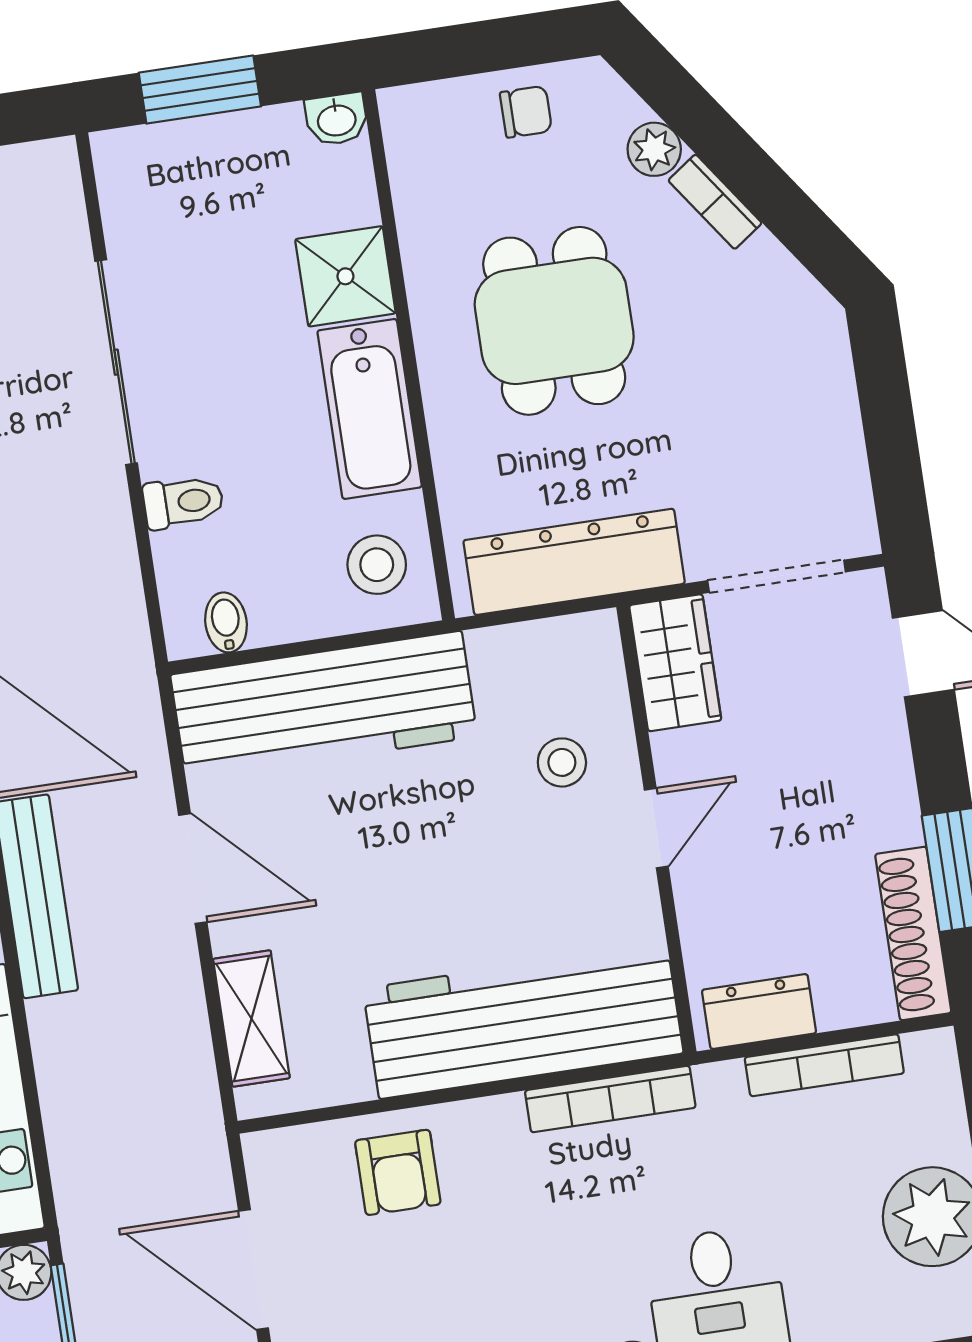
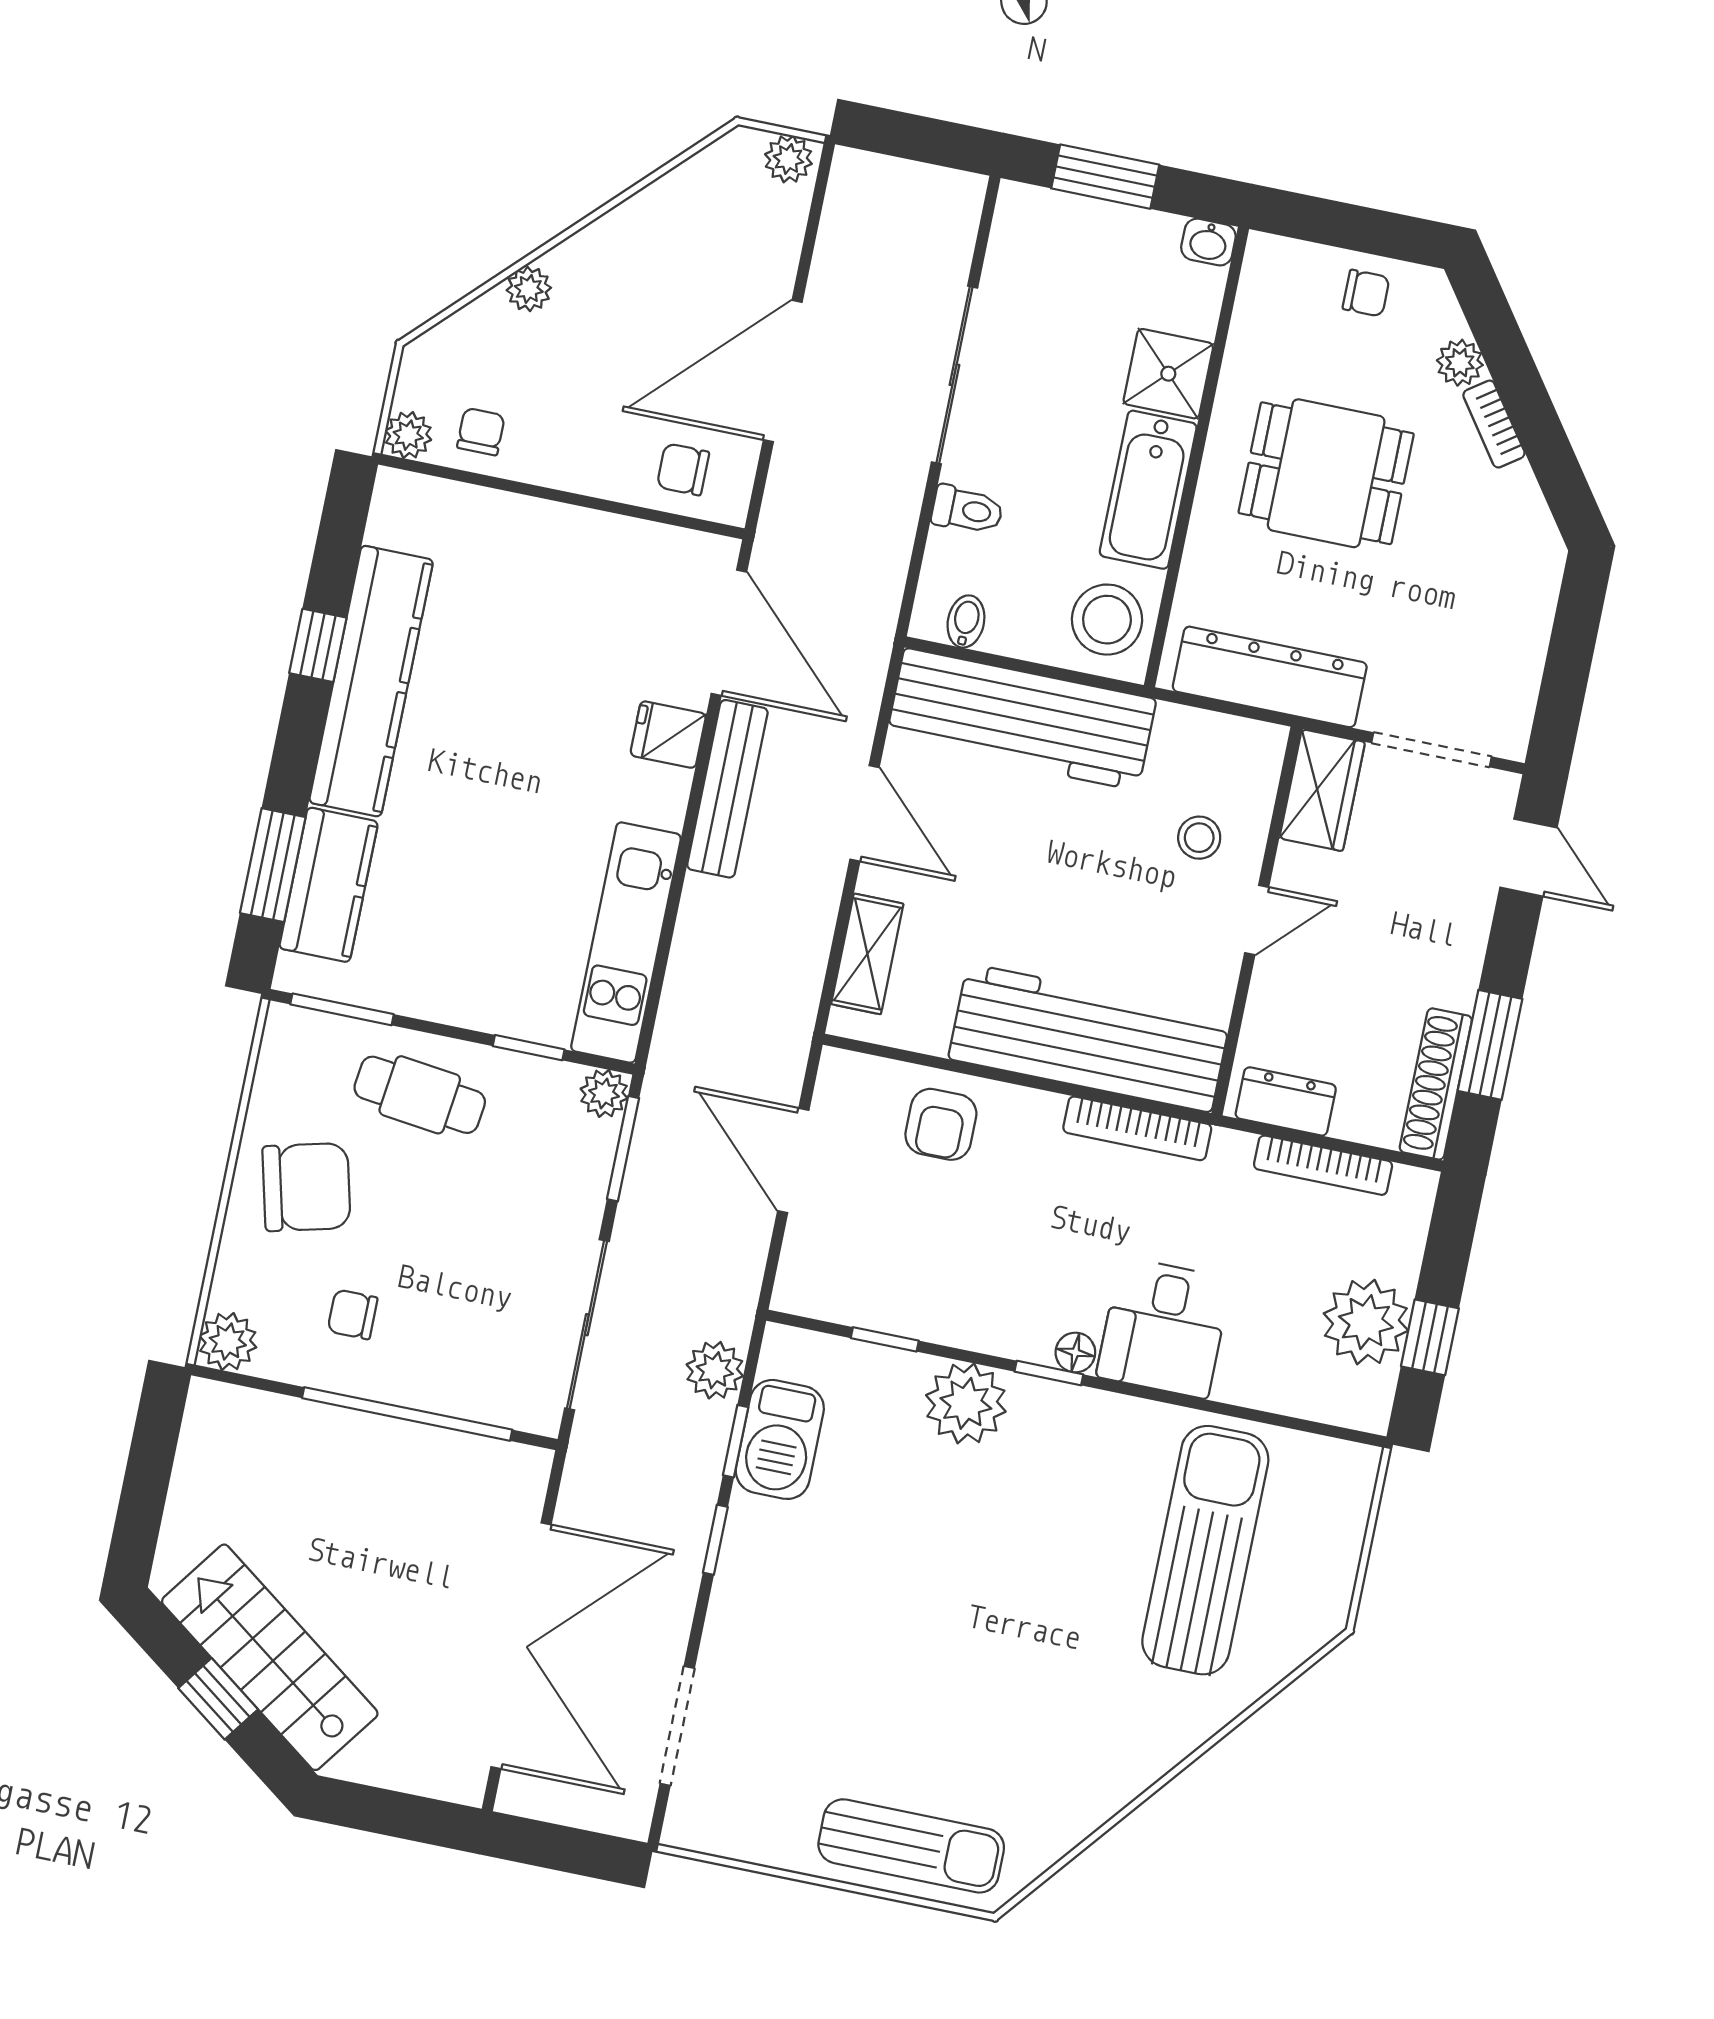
dining table: (554, 321) -> (1326, 473), turned 90
stool: (377, 565) -> (1107, 620), width x1.38, depth x1.38

